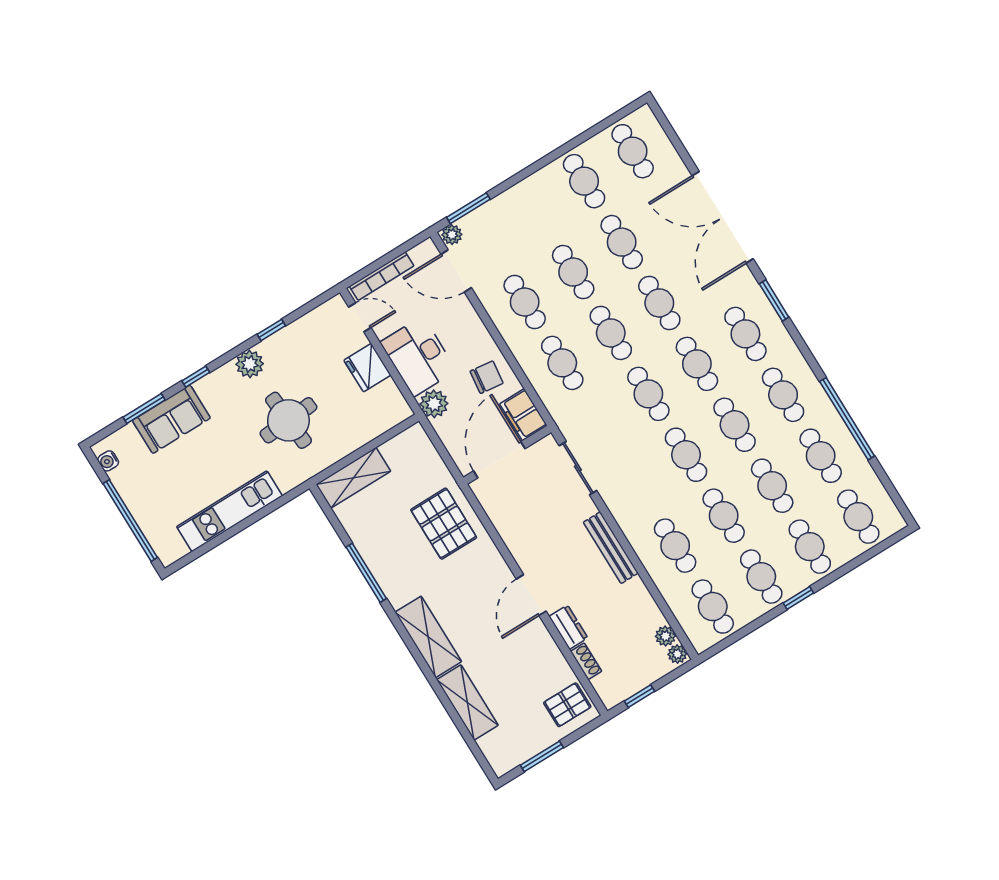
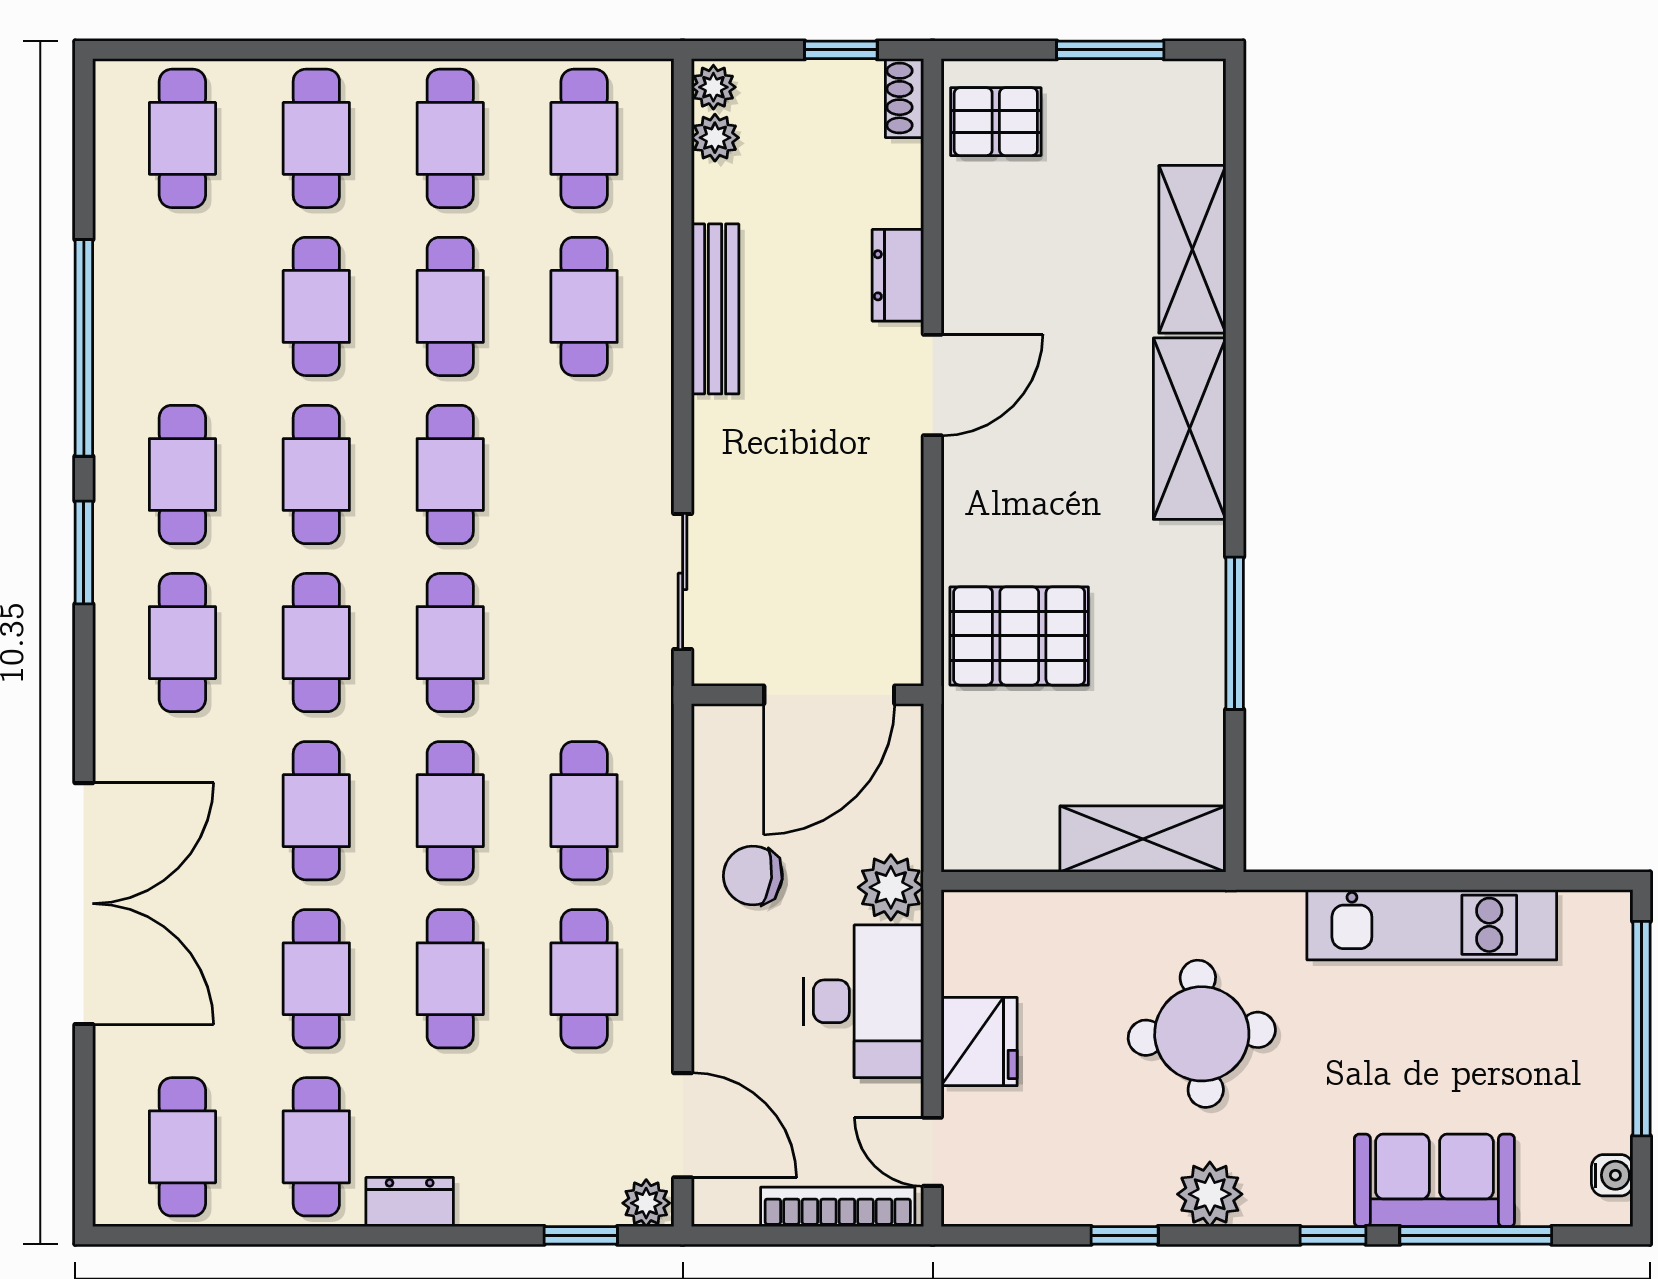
dresser: (538, 182) -> (410, 1202), added
window: (468, 208) -> (581, 1235), width x0.67
window: (774, 300) -> (84, 553), moved
window: (144, 409) -> (1476, 1235), width x1.44
filing cabinet: (523, 415) -> (726, 755), removed
cafe table: (821, 456) -> (182, 306), removed
pallet: (444, 524) -> (1019, 636), turned 90
bench: (611, 548) -> (715, 309), moved
window: (798, 598) -> (402, 50), removed
shoe rack: (586, 661) -> (905, 98), moved

